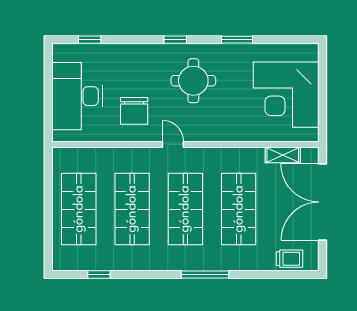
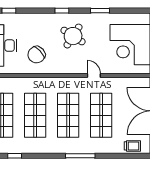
round table: (193, 81) -> (73, 36), turned 33
chair: (134, 111) -> (36, 55), turned 47
door: (173, 145) -> (94, 75), moved
shelving: (283, 155) -> (128, 82), removed

